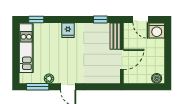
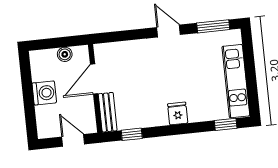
washing machine: (157, 31) -> (44, 93), moved, turned 90
boiler: (157, 78) -> (65, 54), moved
plant: (49, 79) -> (198, 40), removed

